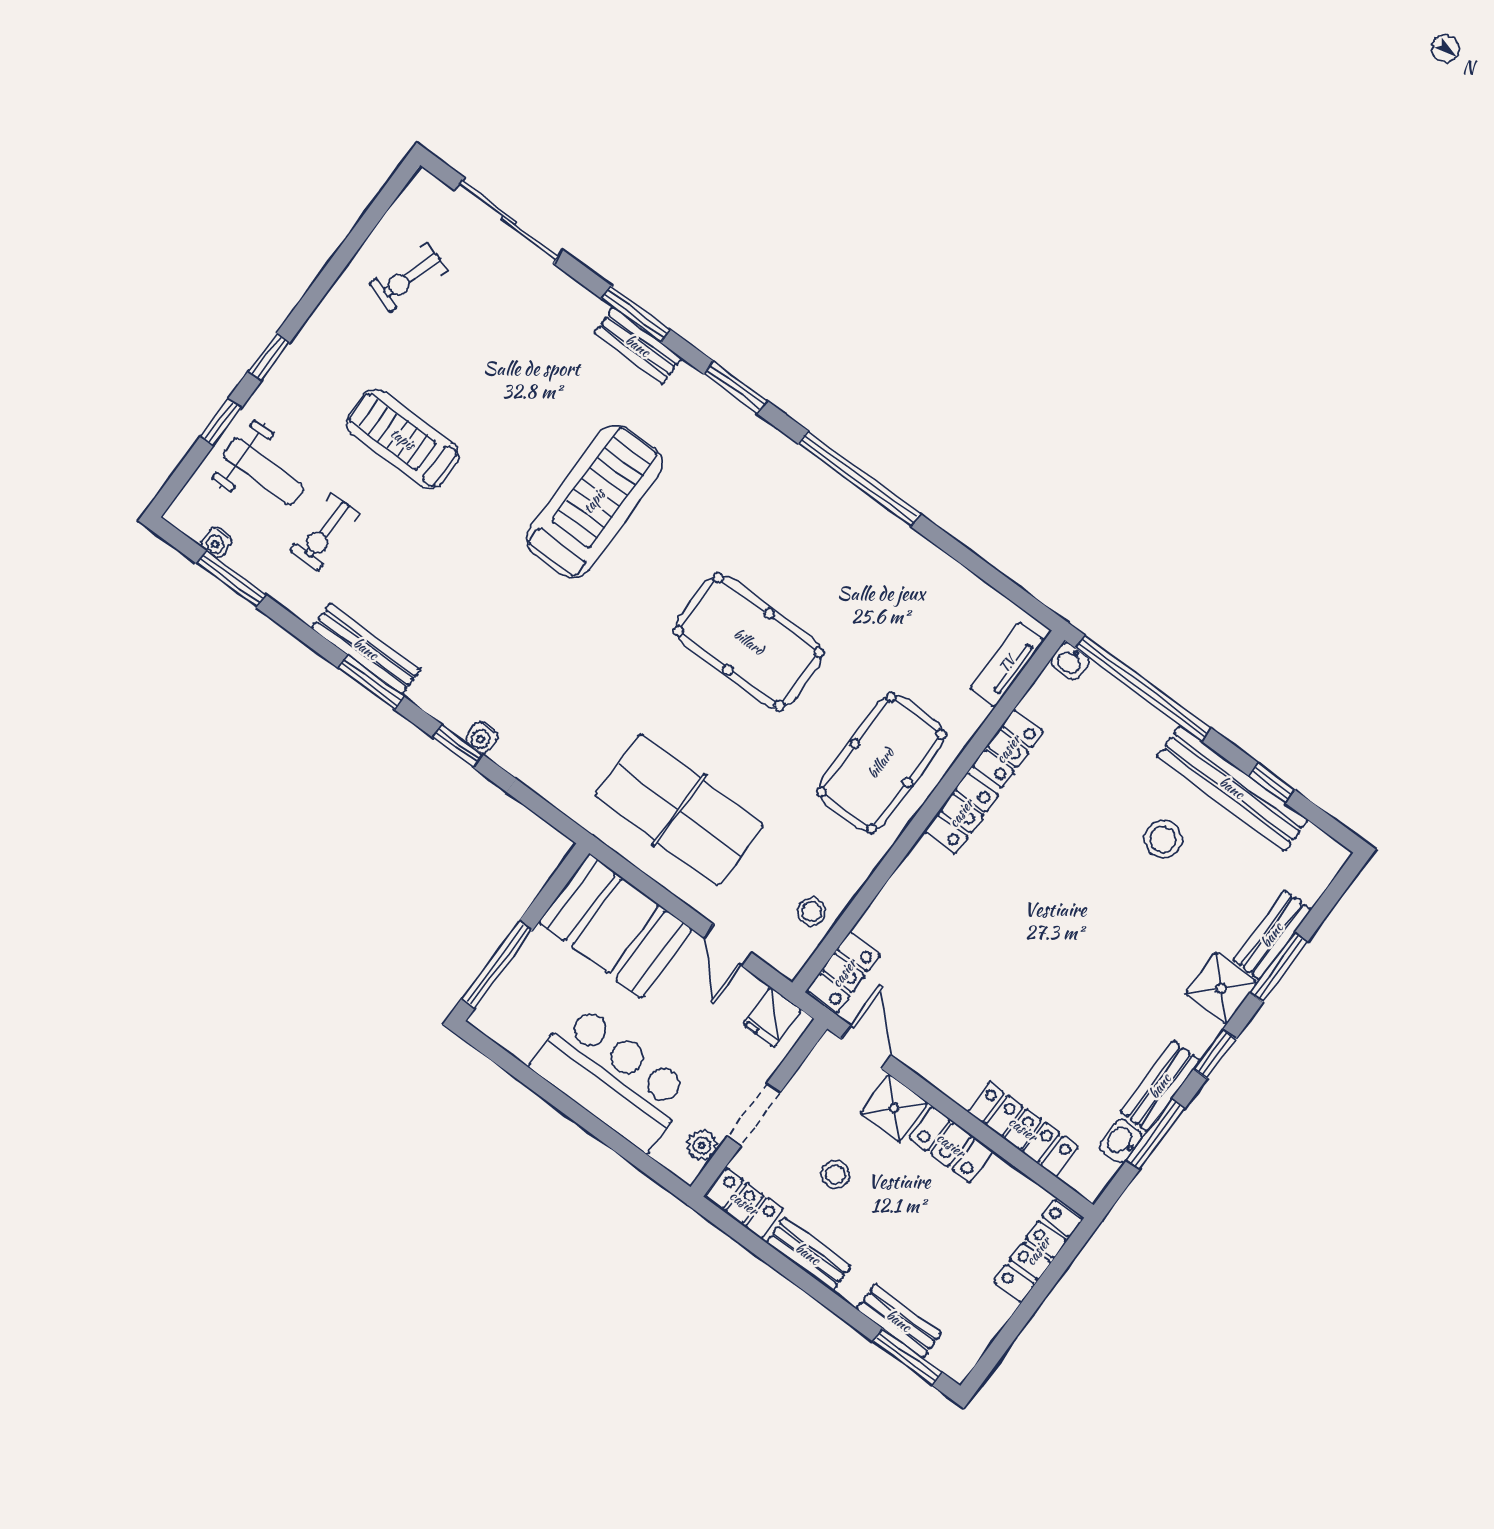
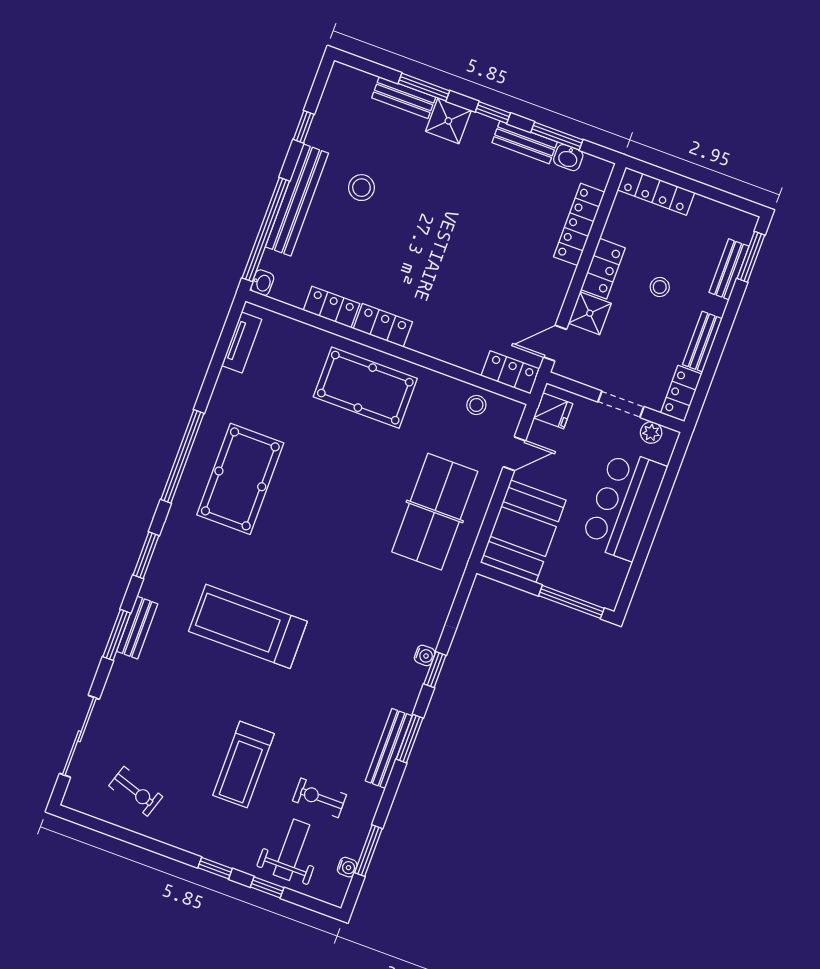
exercise bike: (325, 532) -> (320, 798), turned 180
pool table: (749, 642) -> (240, 479), moved
tv unit: (1007, 664) -> (242, 342), moved, turned -90
bench: (1232, 788) -> (297, 200), moved
stool: (835, 1175) -> (660, 287), moved

